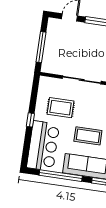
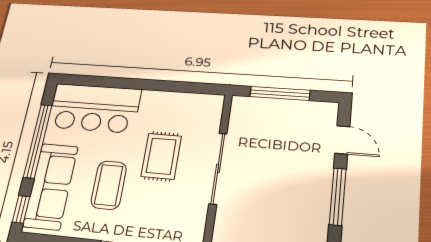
rug: (61, 108) -> (161, 156), moved
window: (30, 120) -> (143, 84), removed

